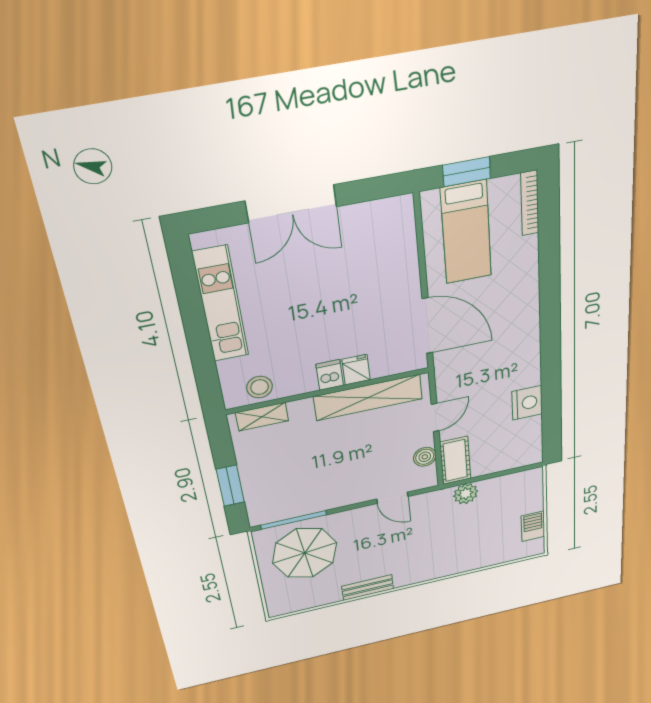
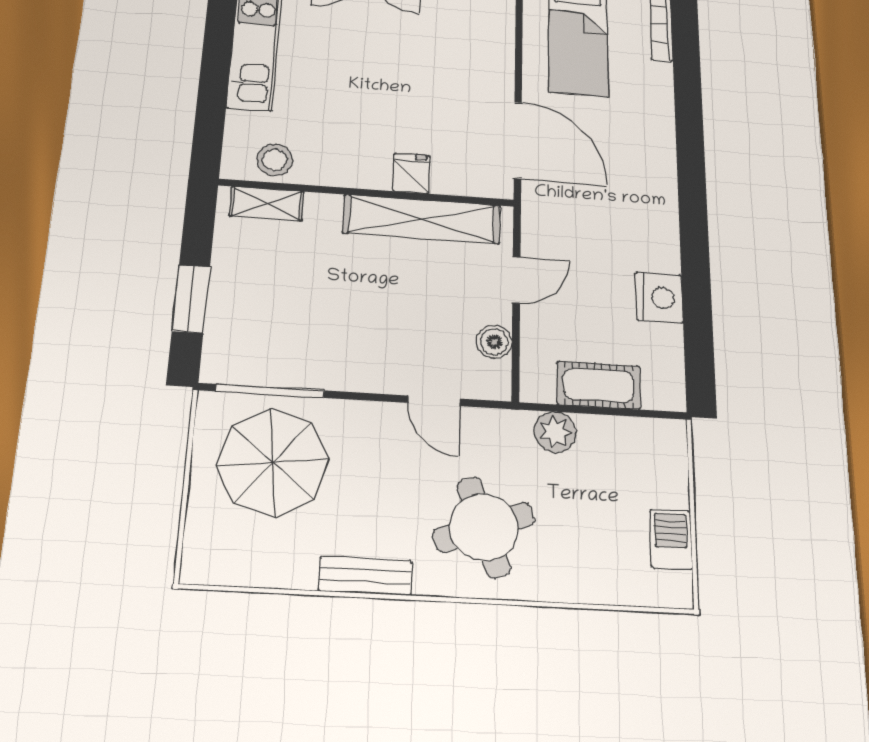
dishwasher: (330, 375) -> (374, 170), removed
cot: (455, 460) -> (599, 385), moved, turned 90
round table: (429, 549) -> (484, 527), added

